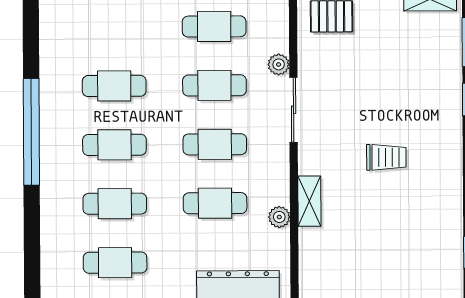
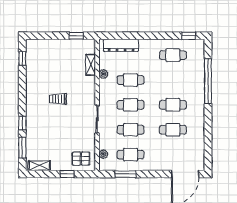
plant: (279, 64) -> (103, 154), moved
window: (31, 132) -> (208, 81), moved
shelving: (309, 201) -> (91, 65), moved
cafe table: (115, 204) -> (173, 80), removed

